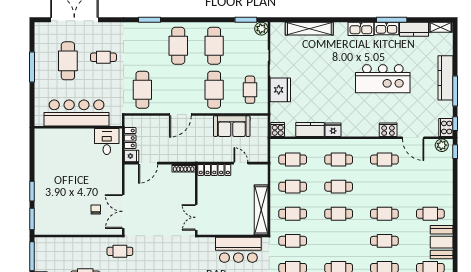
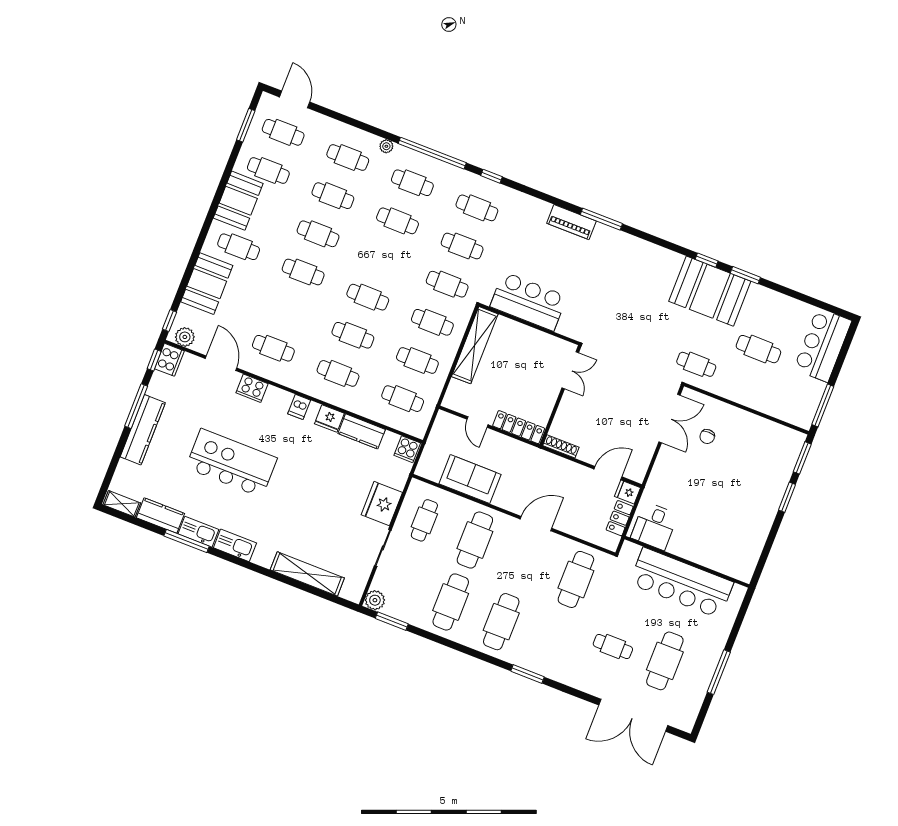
dishwasher: (354, 130) -> (299, 407), added
booth: (441, 183) -> (207, 284), added

